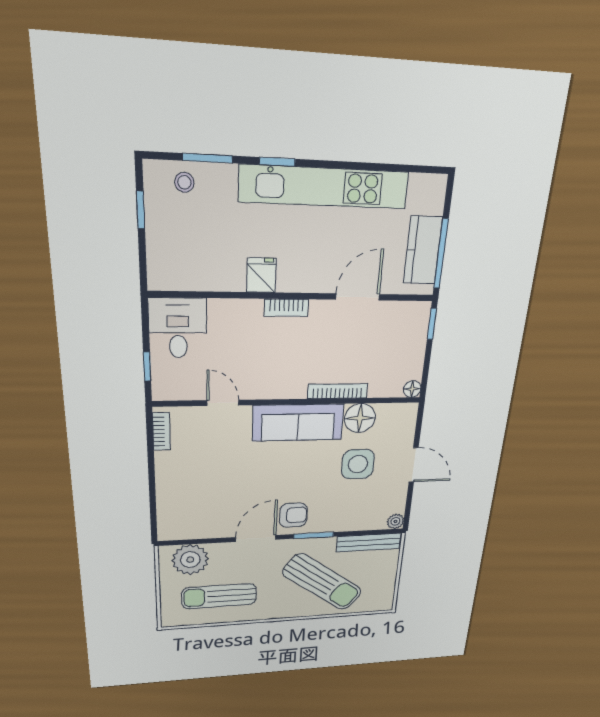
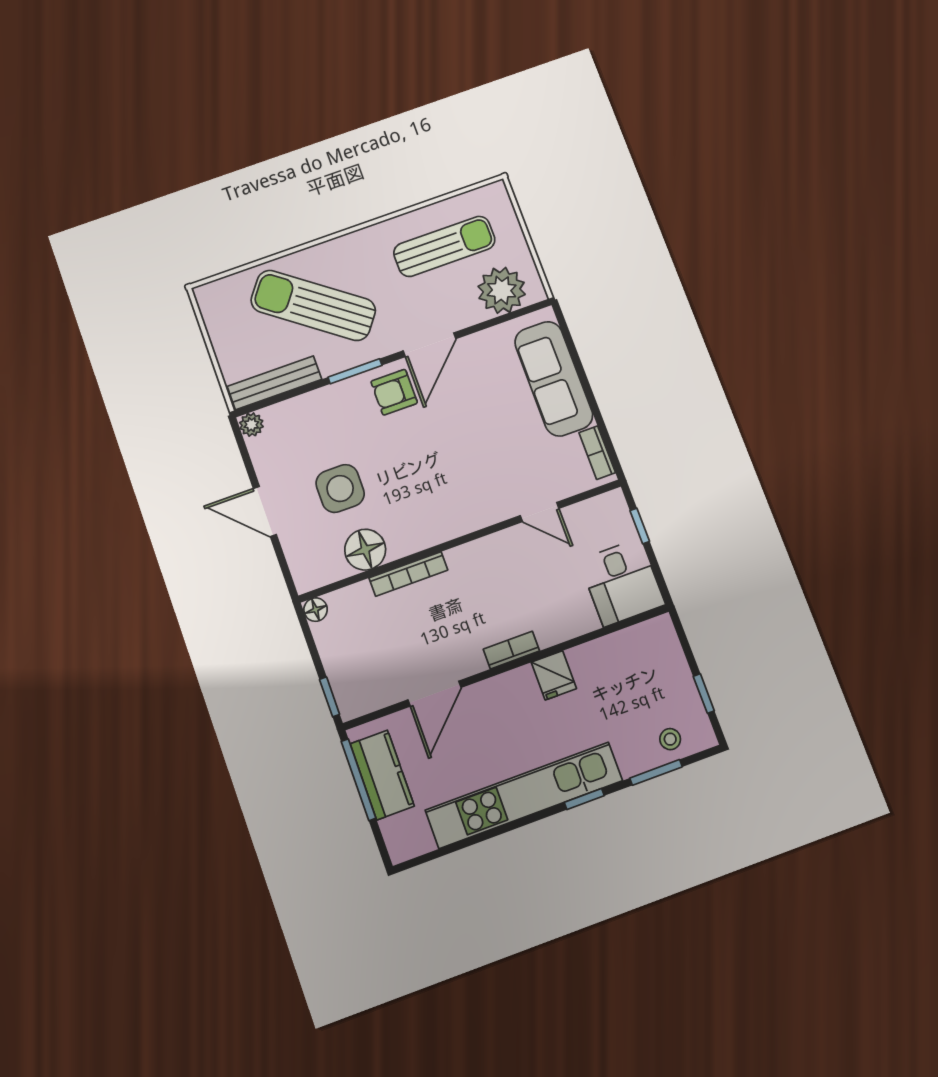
sofa: (298, 423) -> (554, 379), moved, turned -90

